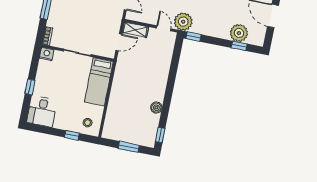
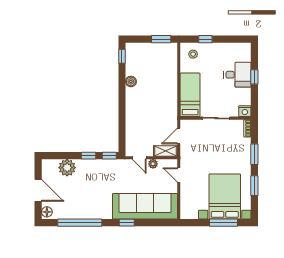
plant: (183, 22) -> (153, 164), moved, width x0.53, depth x0.53
window: (239, 46) -> (89, 156), moved
desk: (42, 111) -> (237, 75), moved, turned 90
window: (129, 147) -> (161, 39), moved

